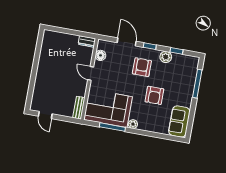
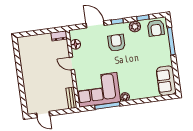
armchair: (154, 95) -> (156, 28), moved

